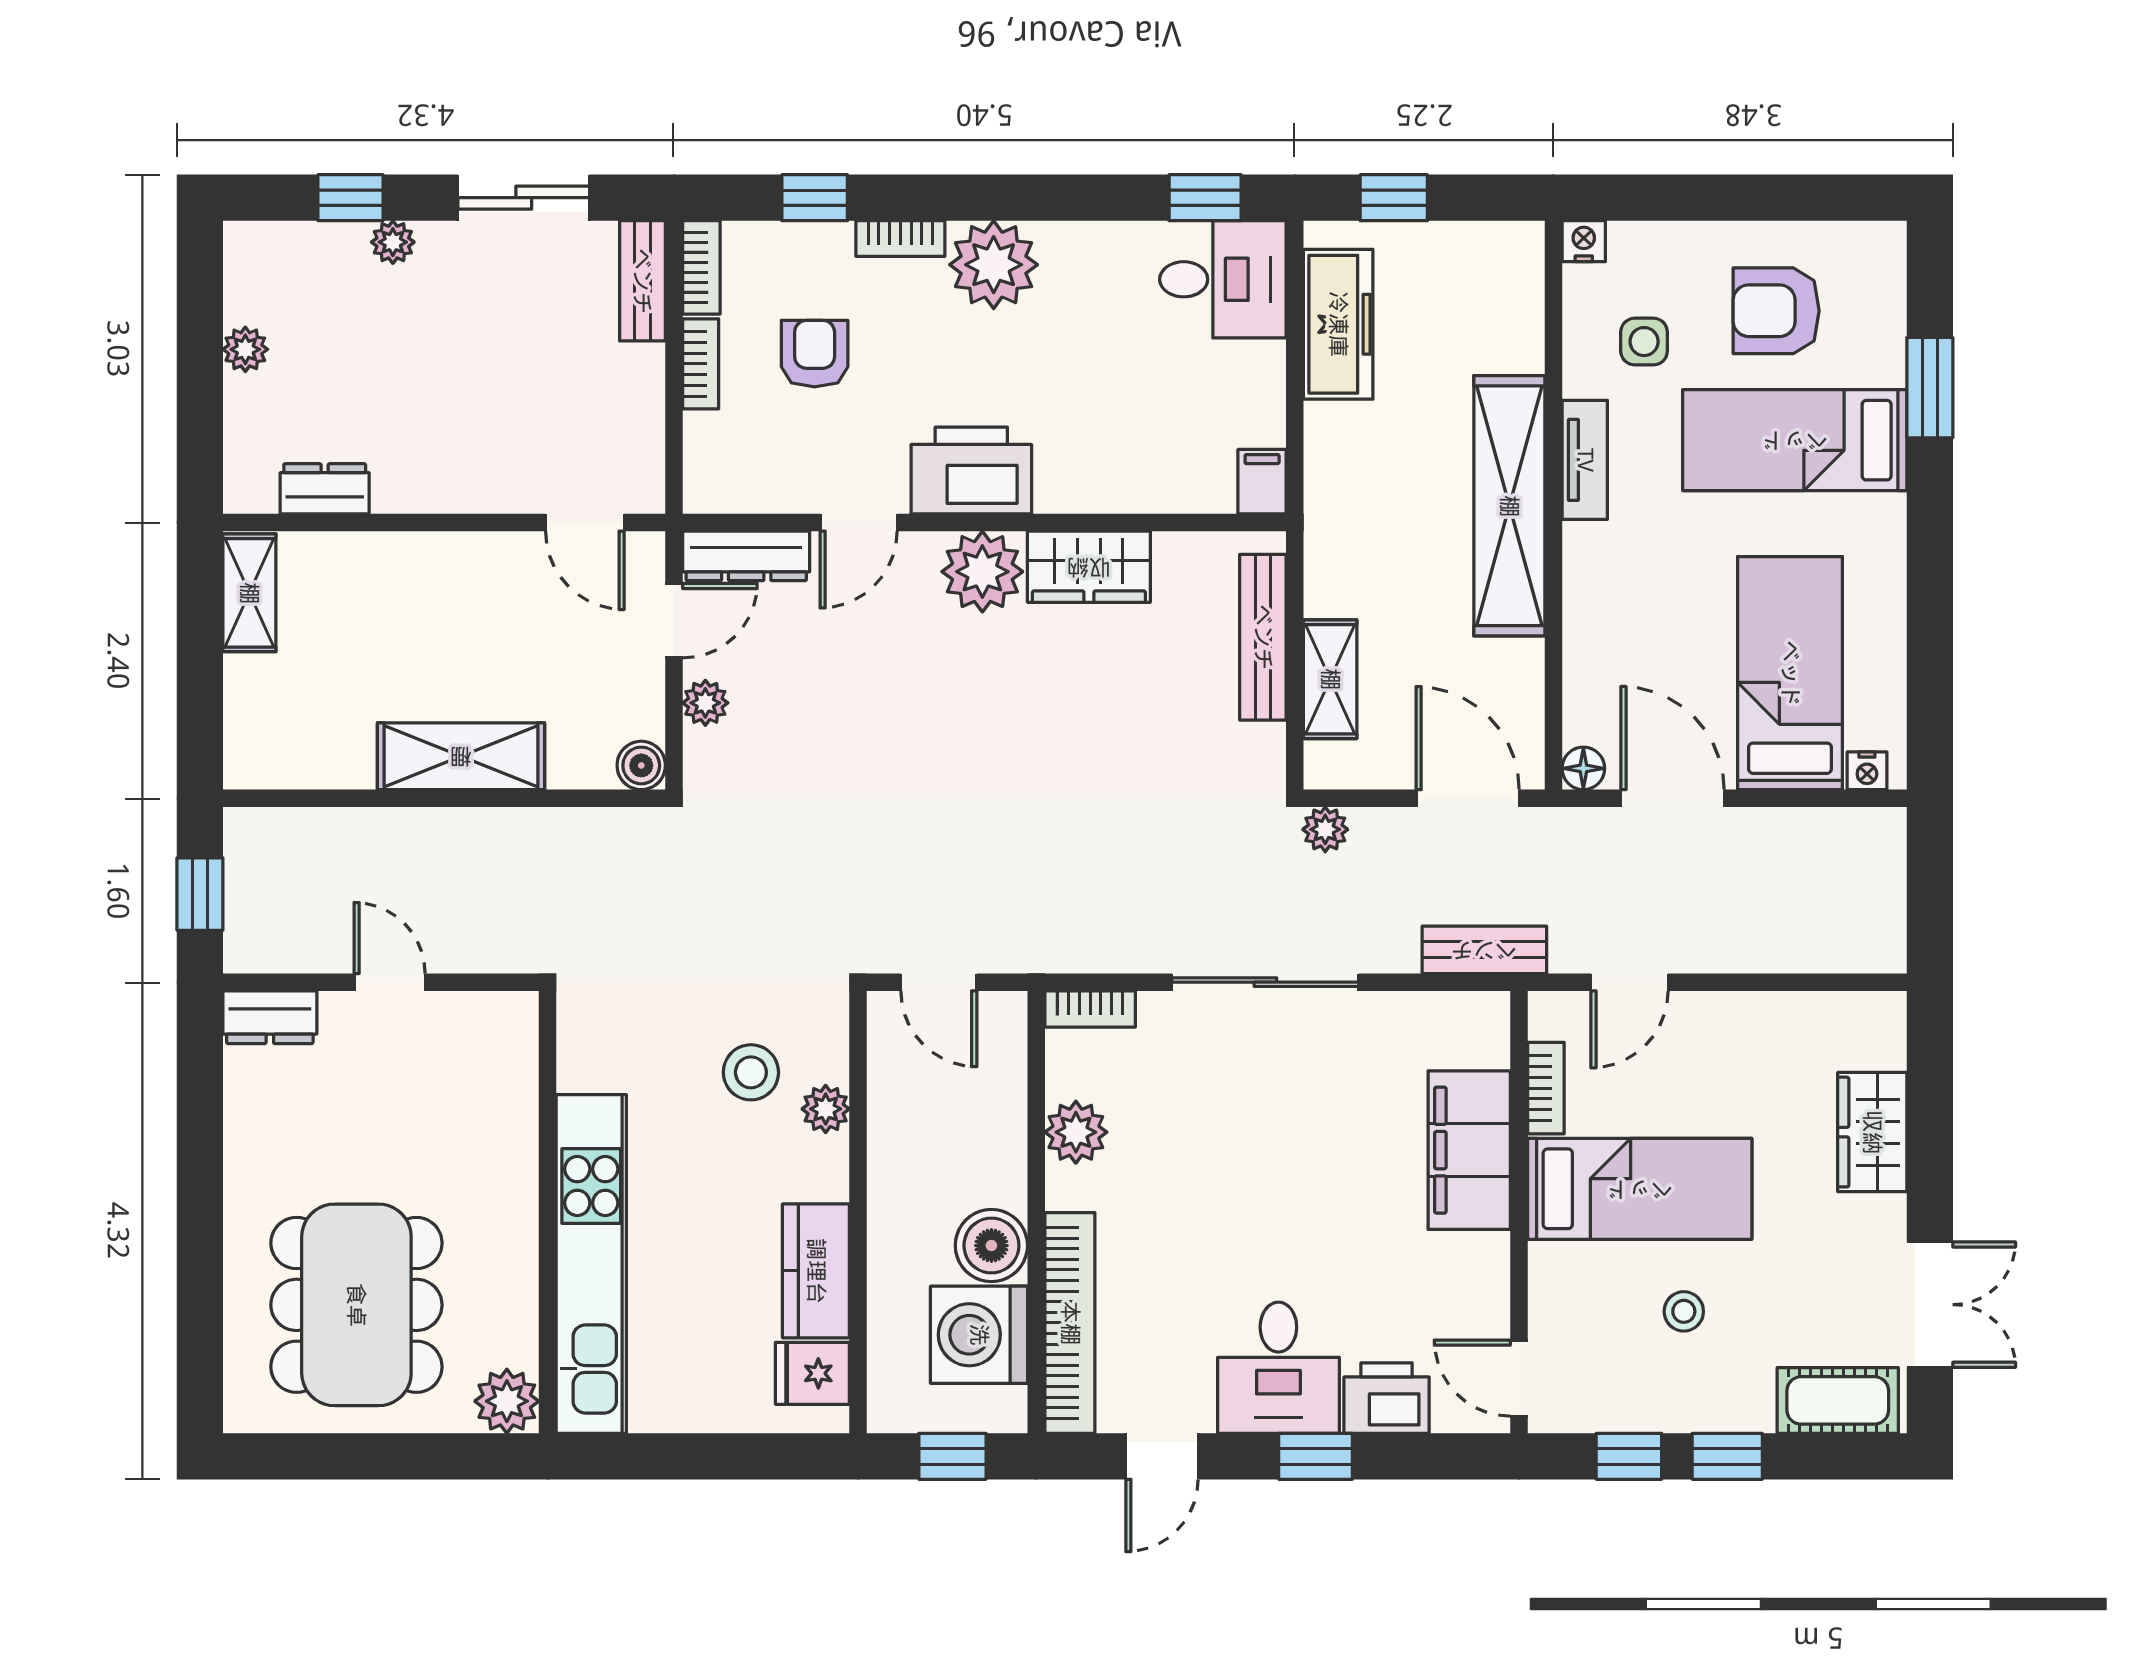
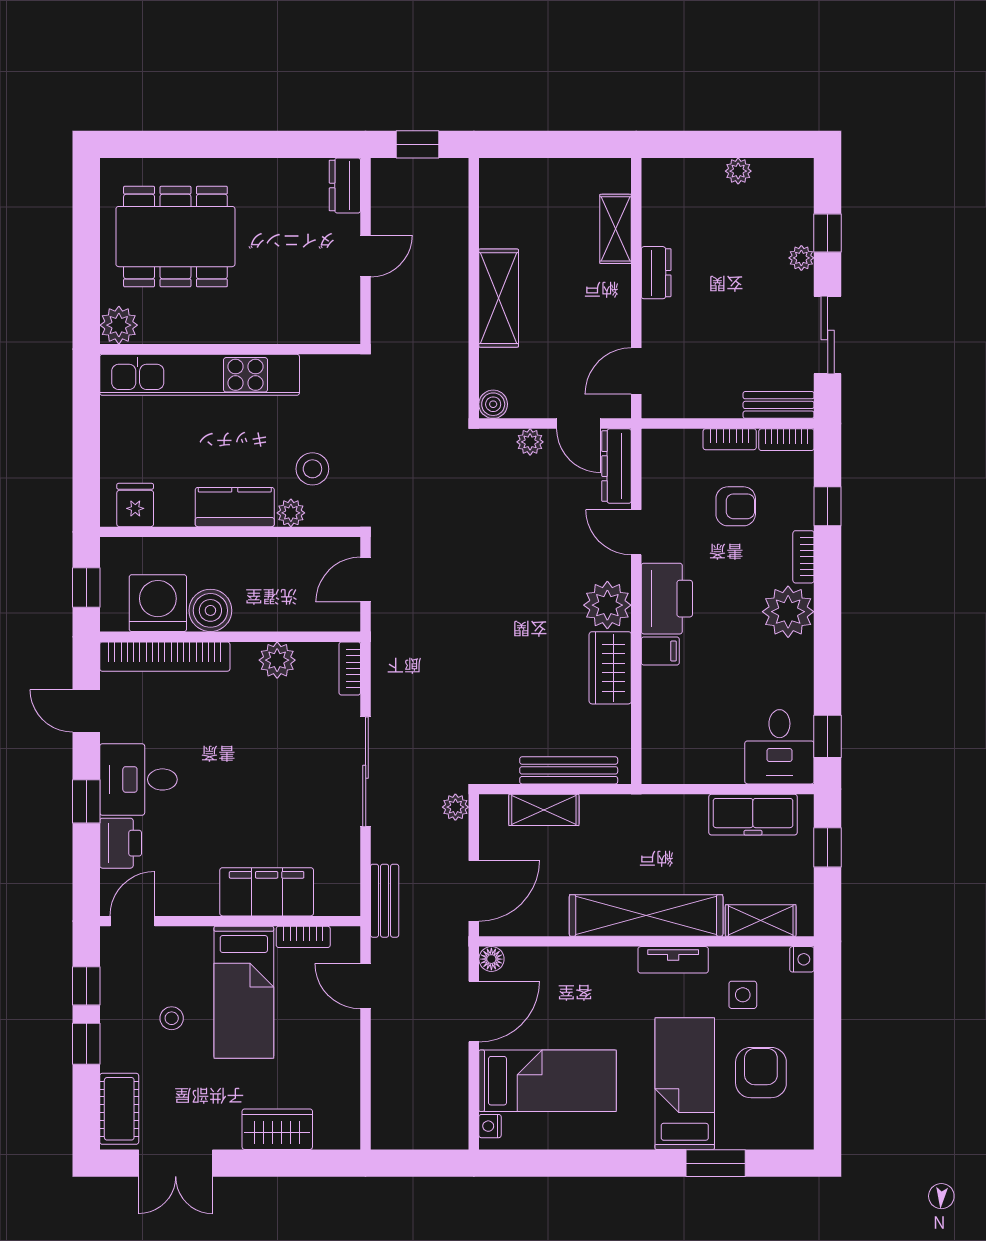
shelving: (1518, 311) -> (761, 920), added
filing cabinet: (1262, 482) -> (660, 651), moved
dresser: (325, 489) -> (656, 273), moved
shelving: (249, 593) -> (616, 229), moved, turned 90
kitchen counter: (816, 1271) -> (235, 507), moved

